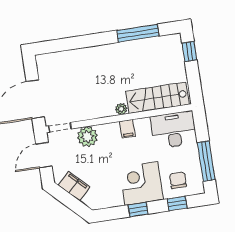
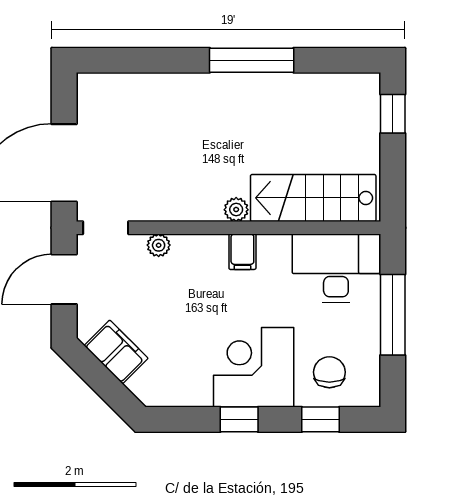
window: (138, 33) -> (252, 60), moved
plant: (87, 137) -> (159, 245), width x0.53, depth x0.53
window: (206, 161) -> (393, 315), moved

